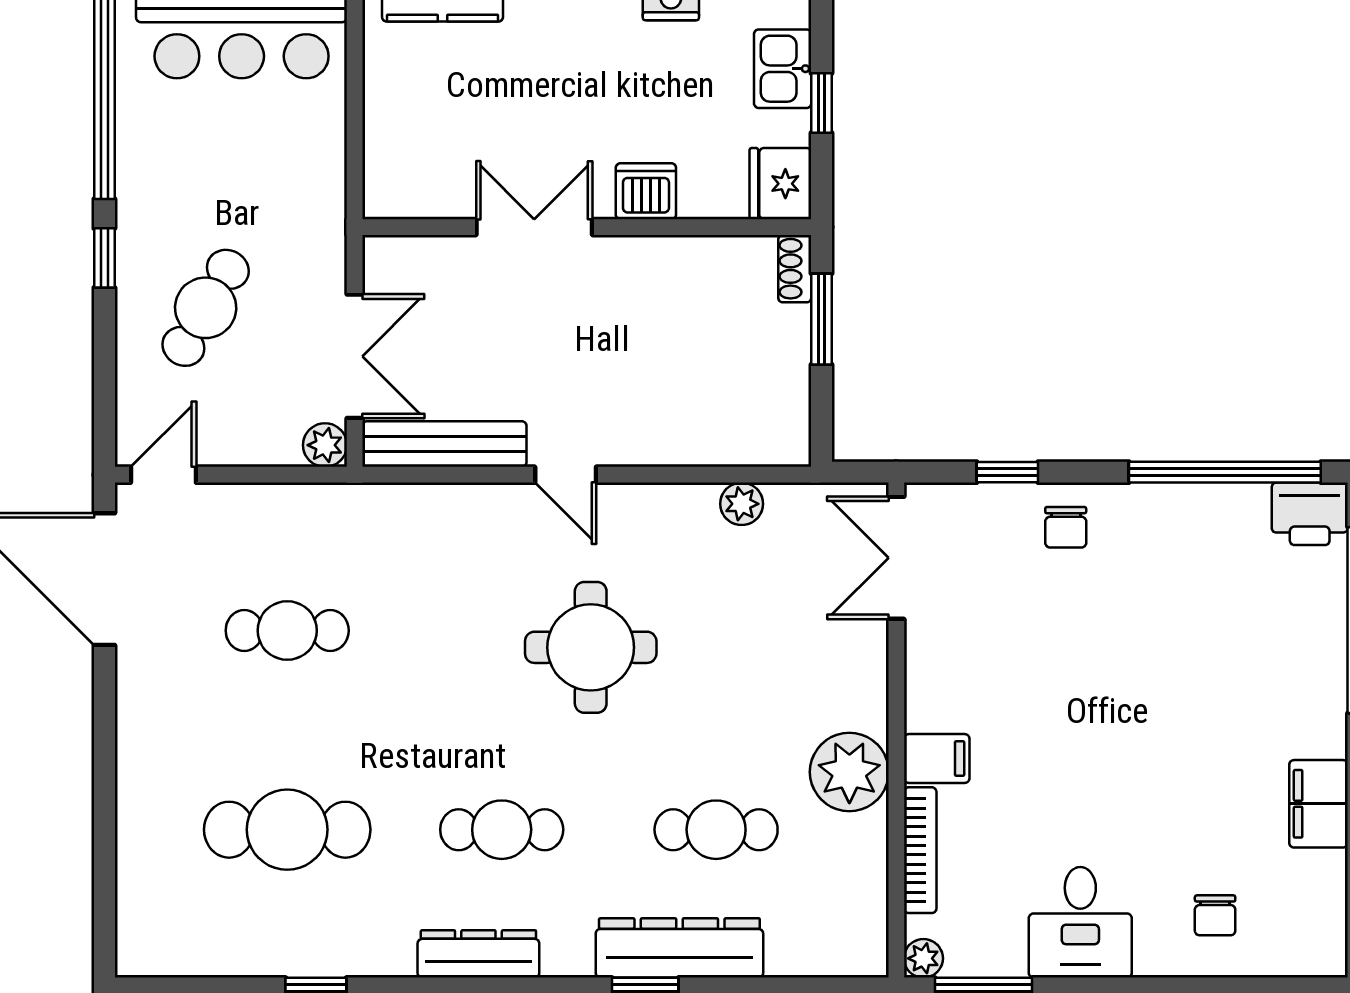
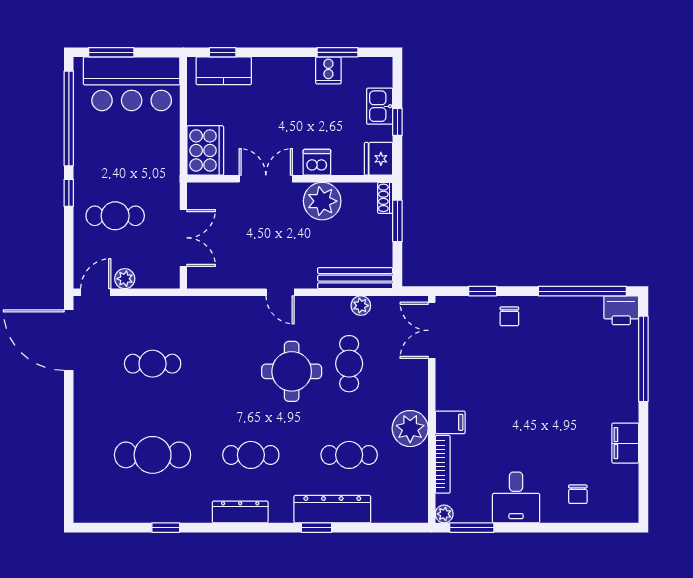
cooker: (402, 165) -> (205, 150), added
plant: (657, 276) -> (322, 201), added
cafe table: (206, 308) -> (115, 216), turned 60
bench: (444, 444) -> (355, 278), moved
plant: (325, 445) -> (125, 279), moved
cafe table: (716, 631) -> (349, 364), added

